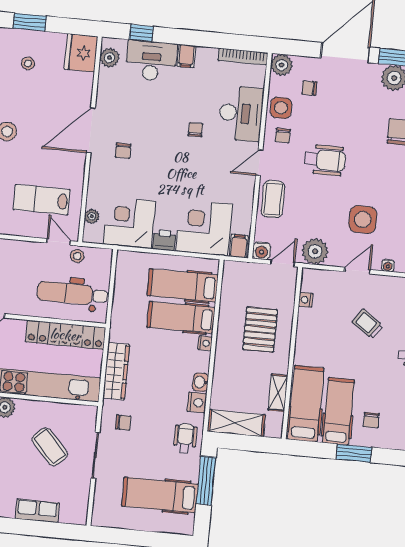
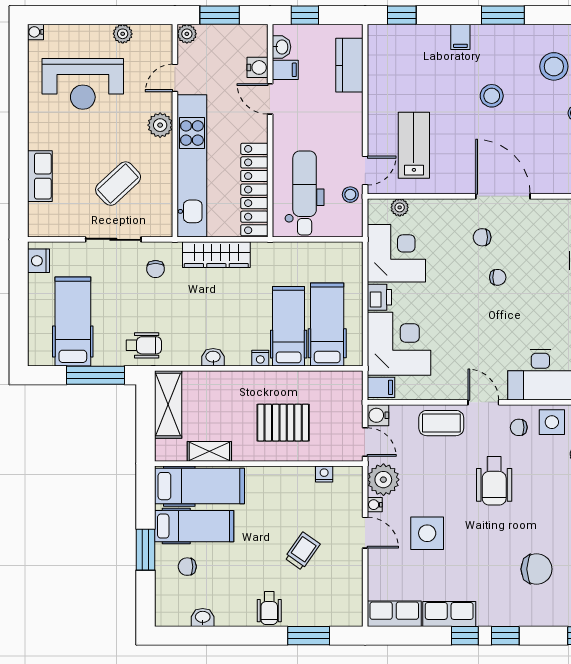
chair: (195, 130) -> (498, 277), moved
water cooler: (388, 266) -> (375, 505), moved
nightstand: (197, 402) -> (39, 261), moved, turned 90

